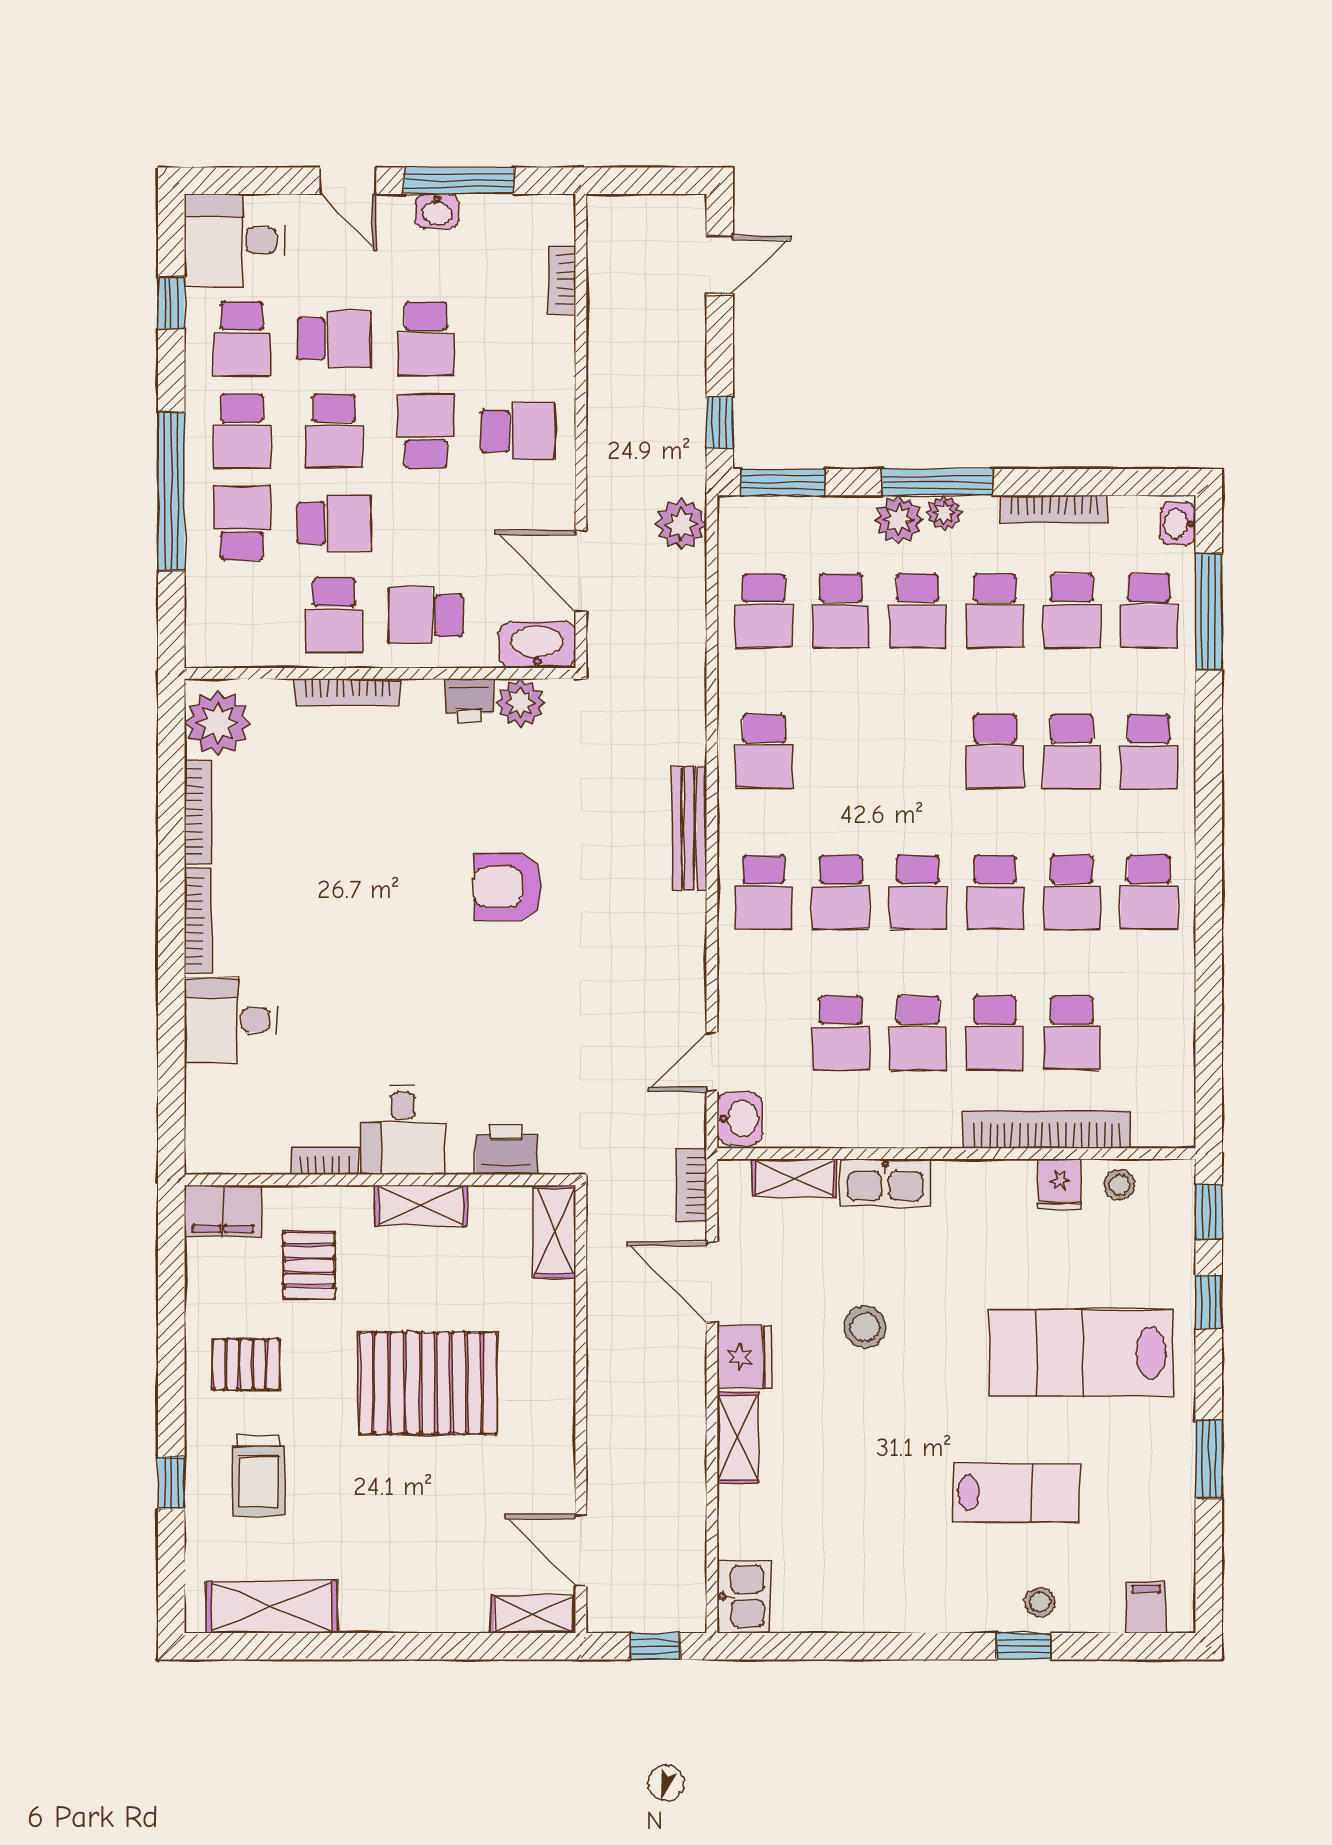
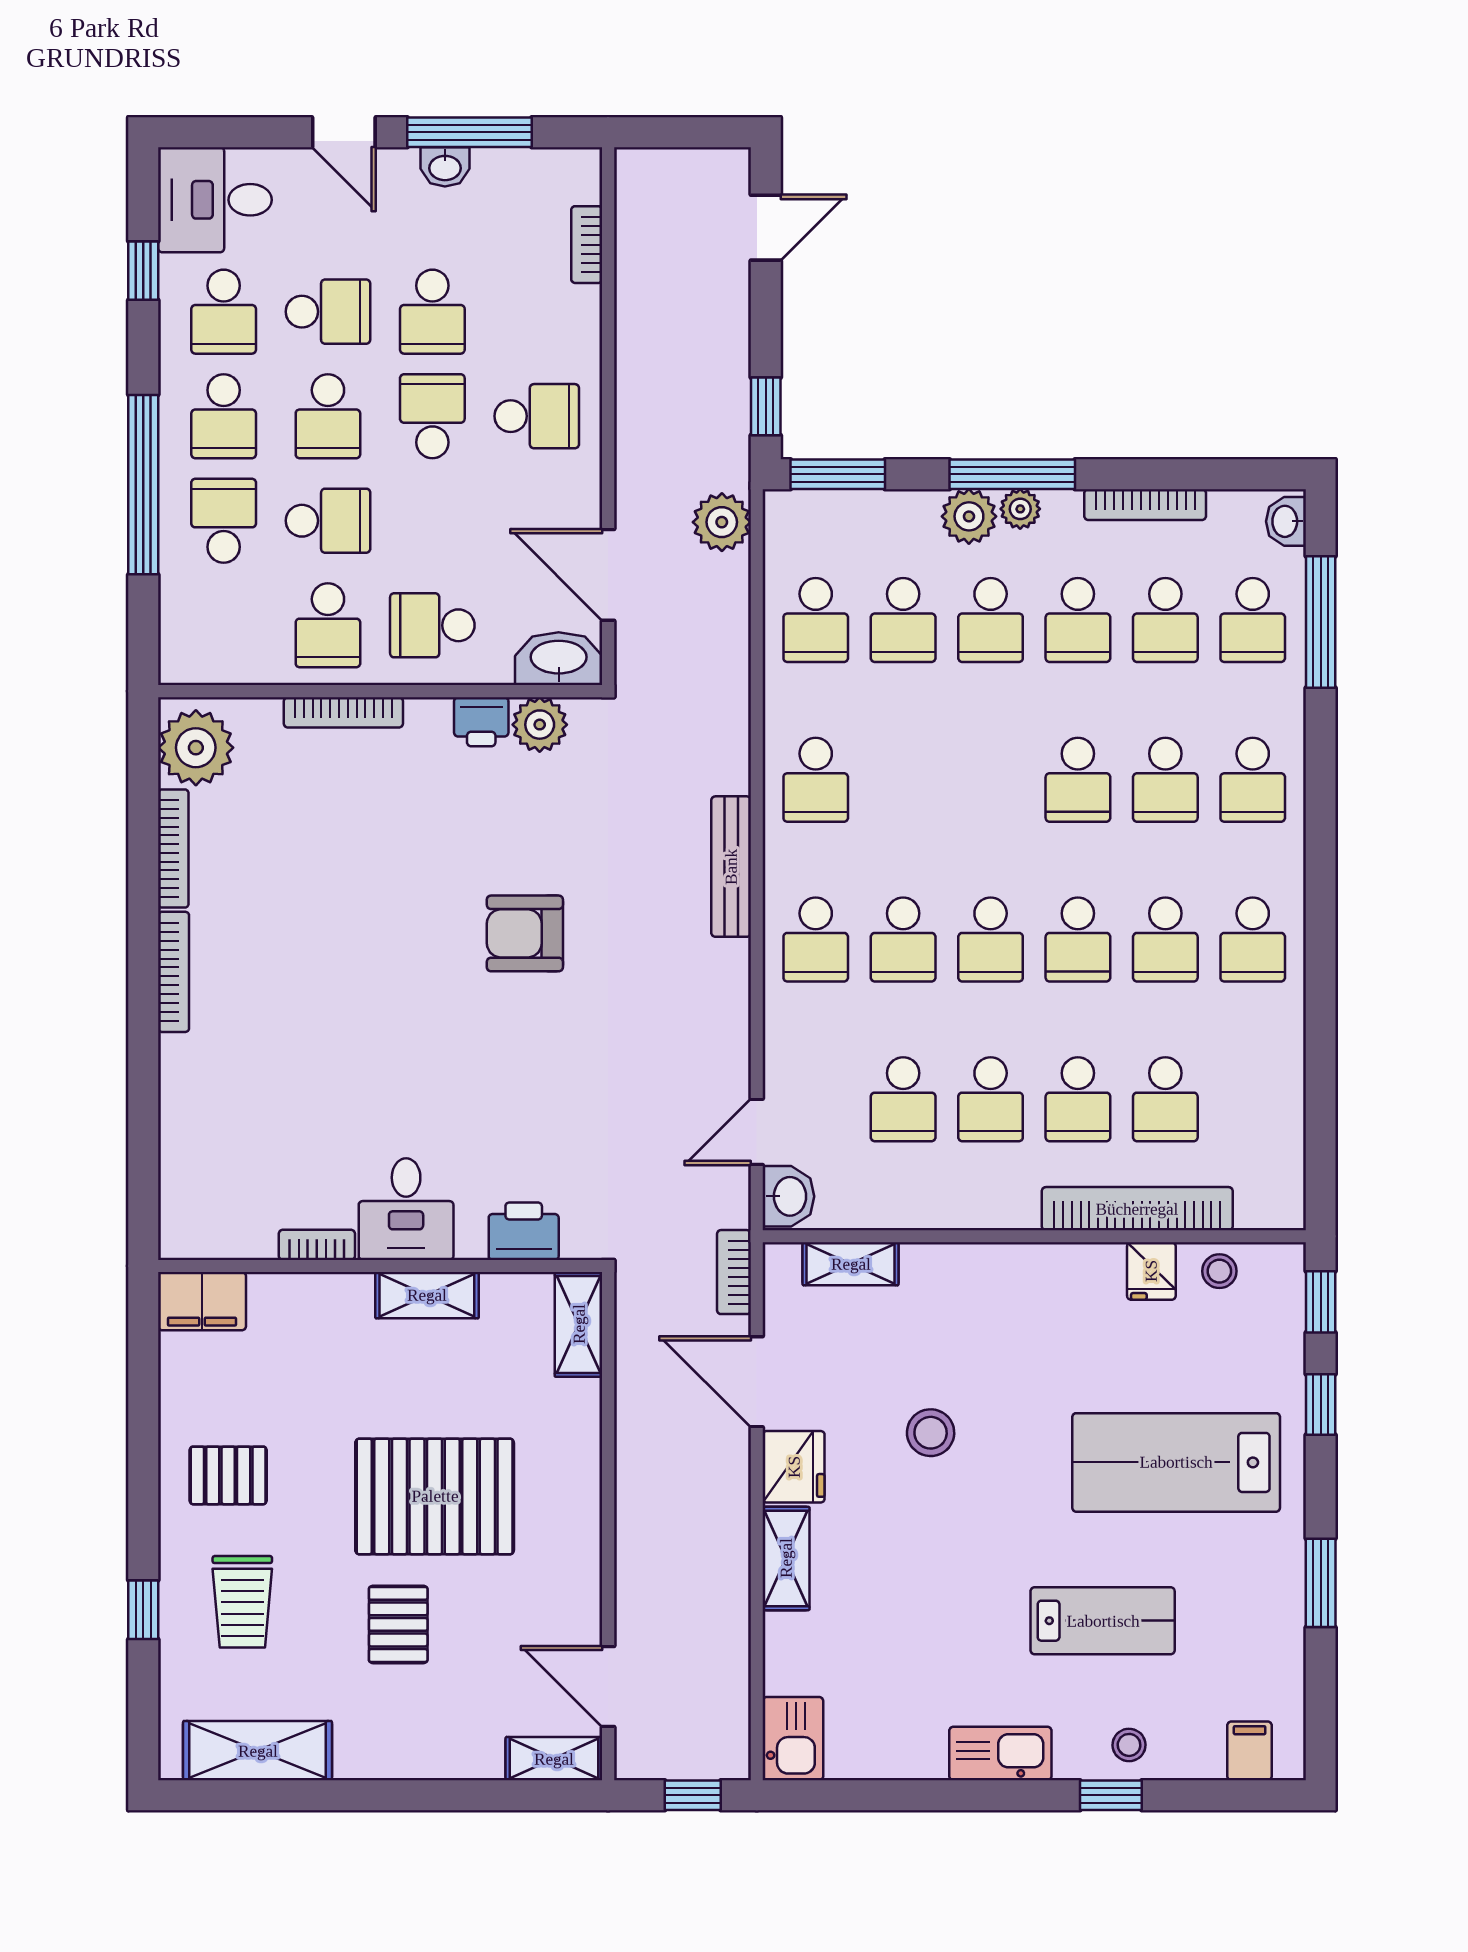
desk: (230, 1020) -> (211, 1085), removed
kitchen sink: (885, 1183) -> (1000, 1753), moved, turned 180
pallet: (309, 1265) -> (398, 1624), moved

